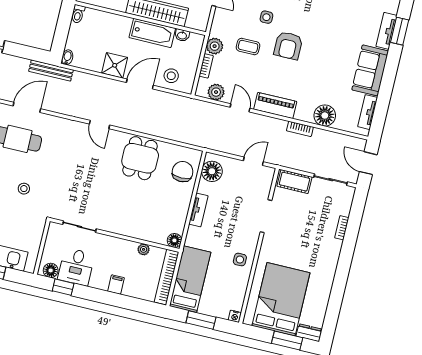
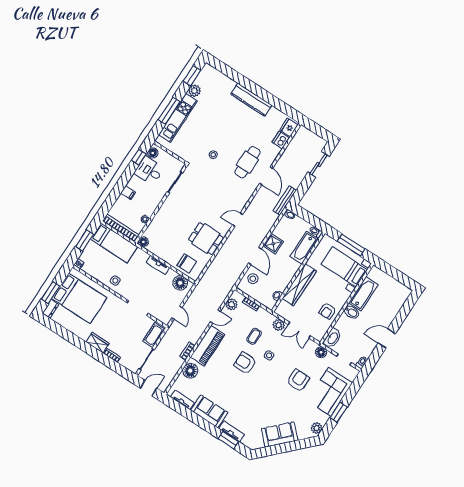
bathtub: (152, 33) -> (304, 248), moved
plant: (215, 46) -> (279, 325), moved
piano: (275, 105) -> (208, 346), width x1.37, depth x1.33
wardrobe: (332, 253) -> (98, 343), added

